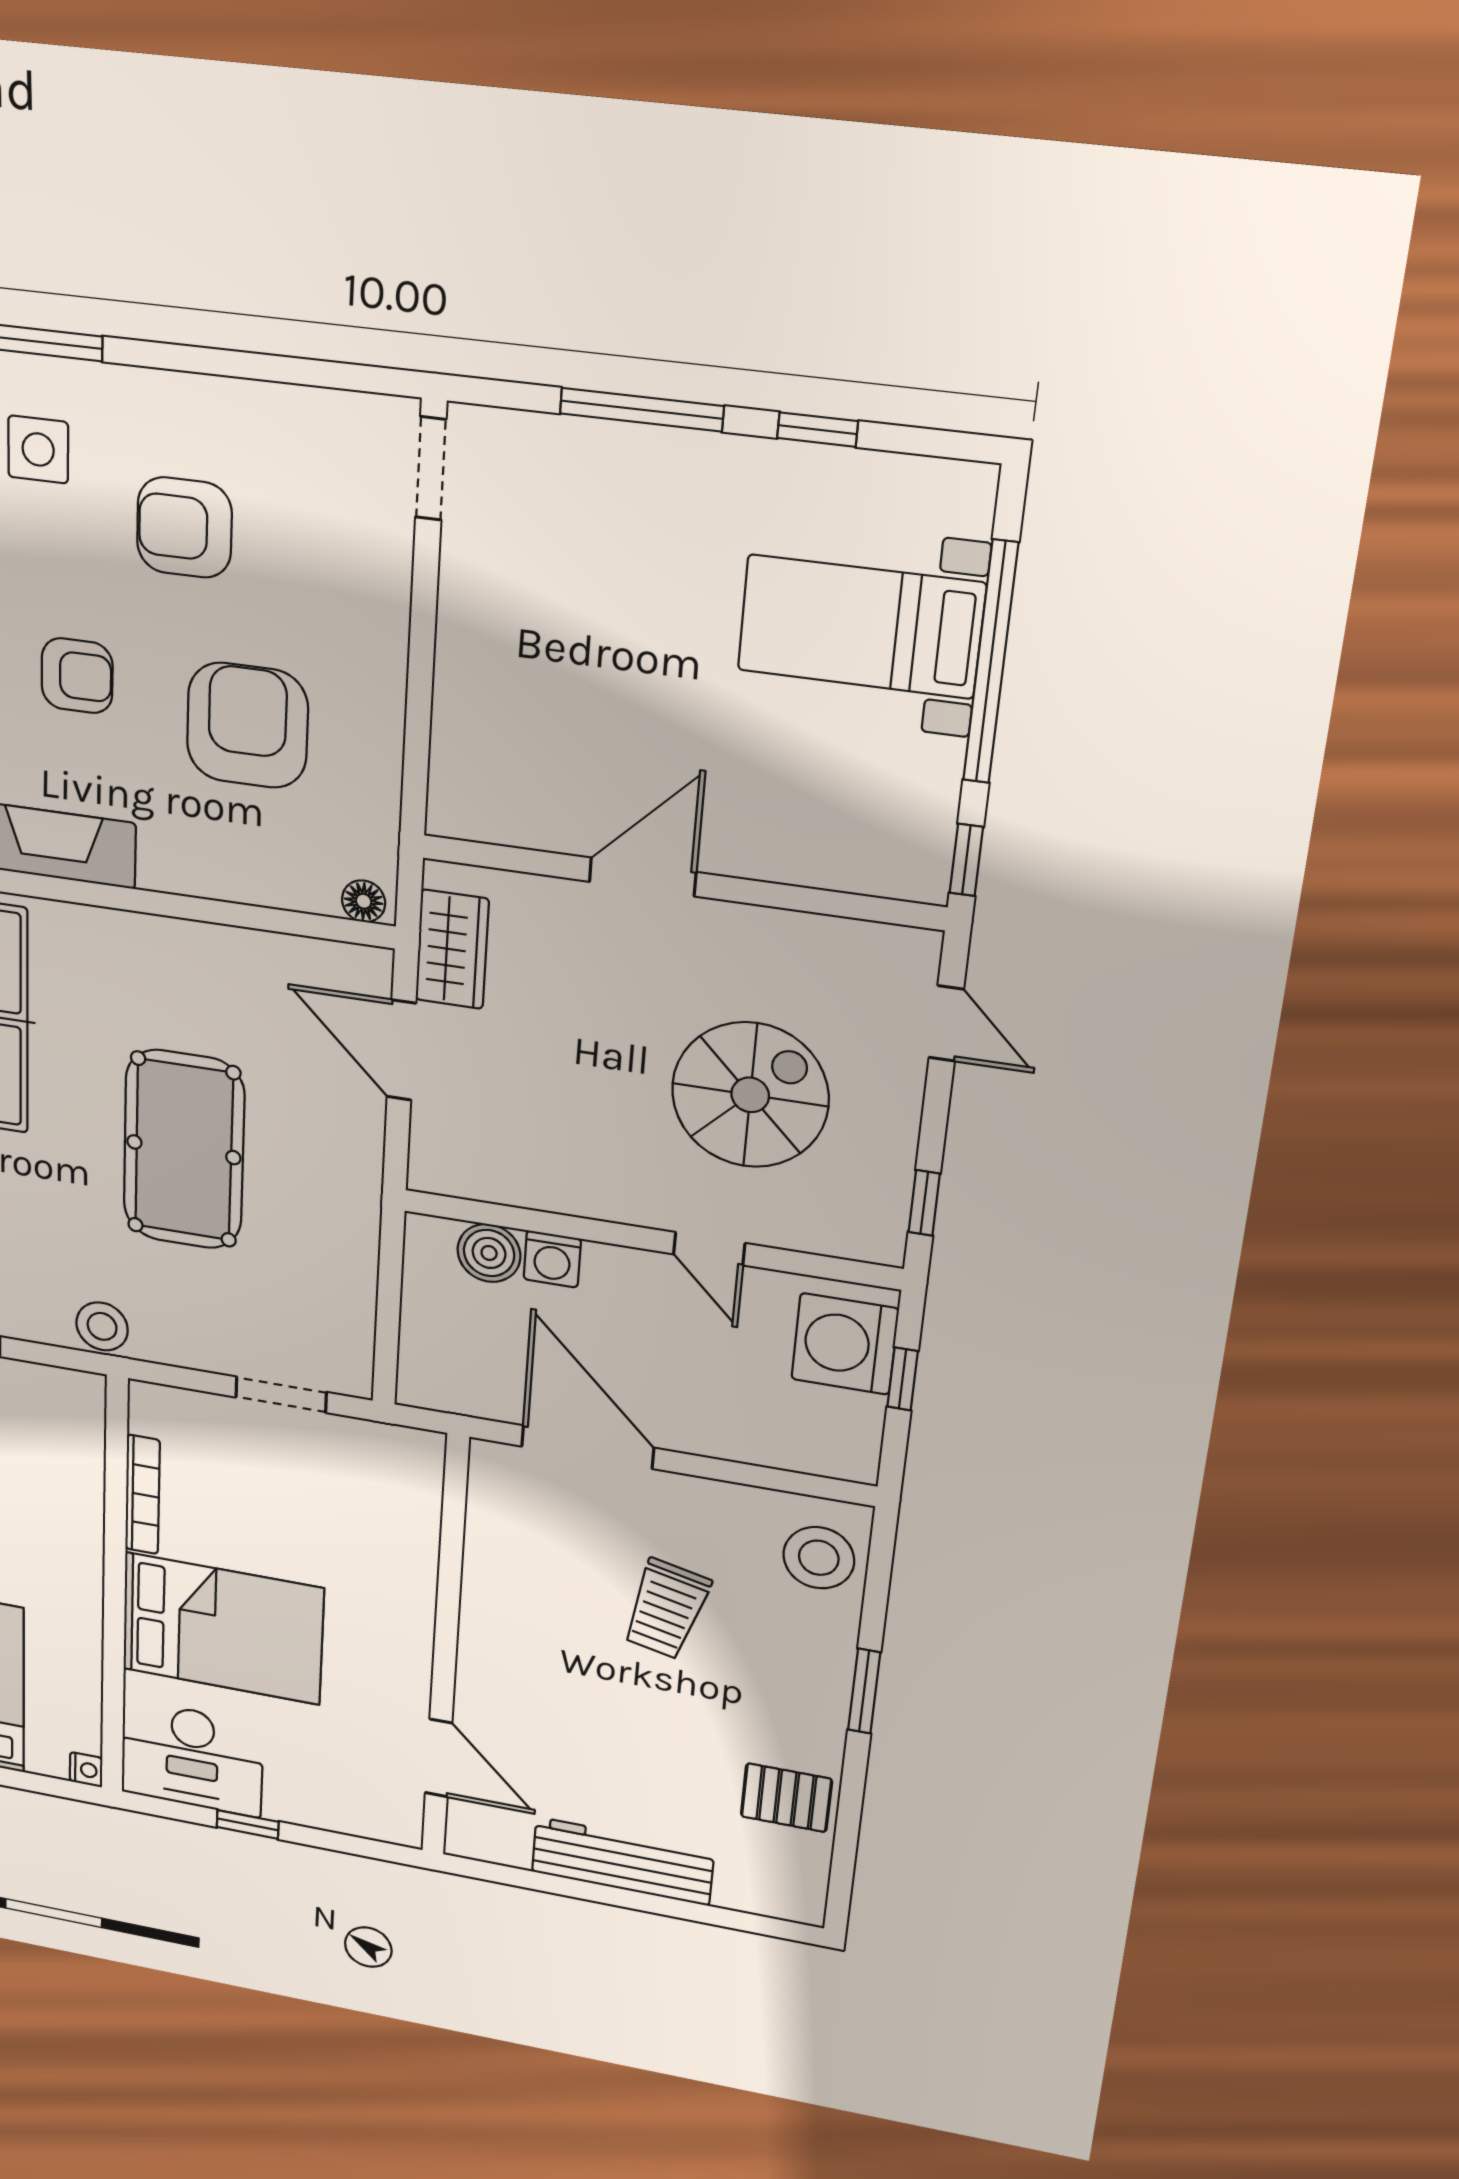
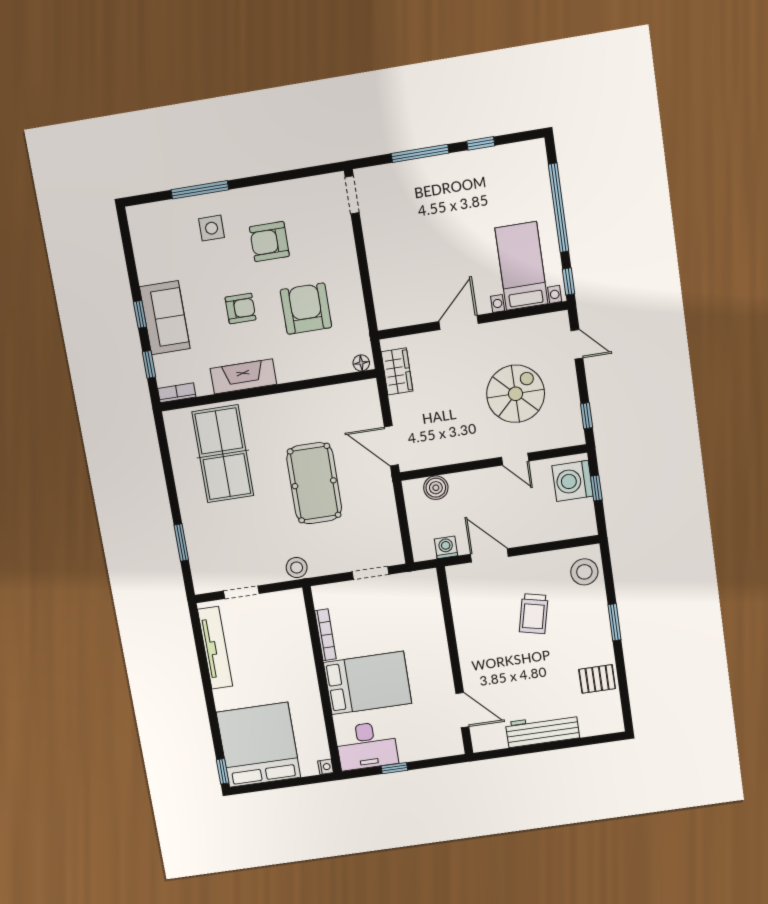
bed with nightstands: (861, 627) -> (521, 266), moved, turned 90
door: (401, 1050) -> (391, 446), moved
washing machine: (552, 1259) -> (446, 547), moved, turned 180
door: (588, 1447) -> (489, 555), width x0.73

